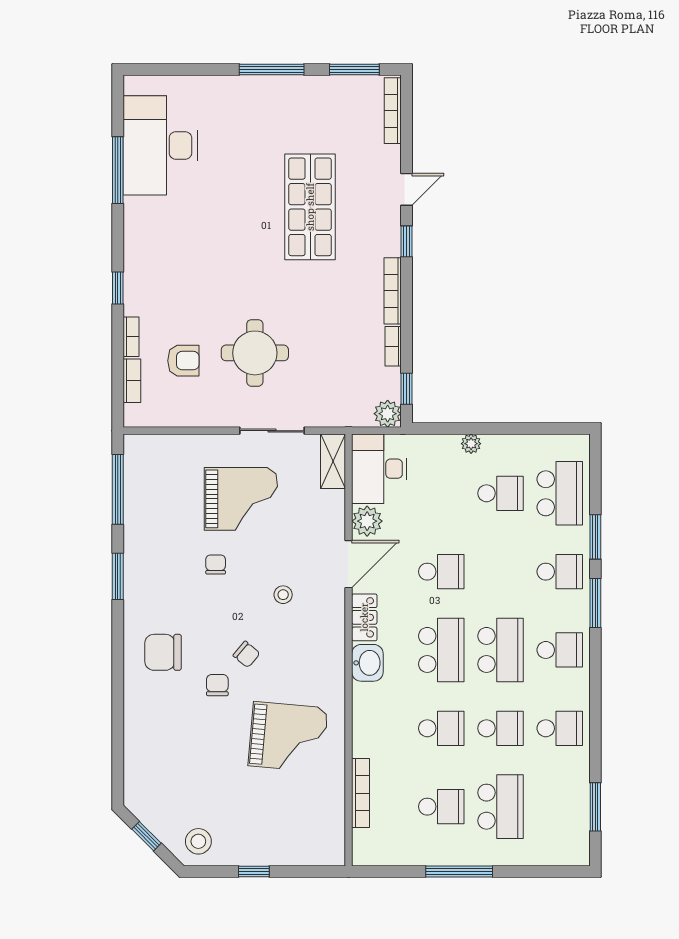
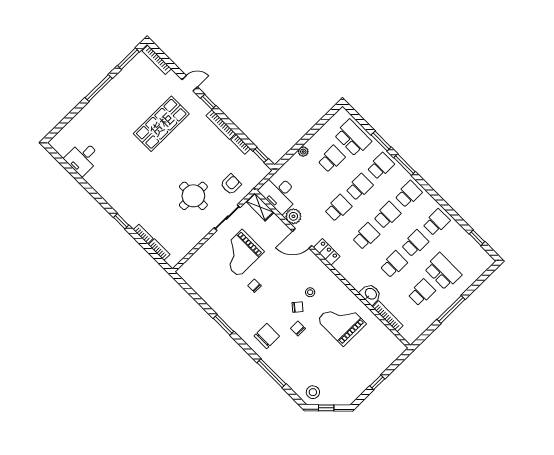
desk: (160, 145) -> (83, 158), width x0.53, depth x0.77
window: (118, 170) -> (79, 179), removed
door: (407, 189) -> (190, 83), hinge flipped
shop shelf: (310, 207) -> (161, 124), turned 90
armchair: (183, 361) -> (231, 184), moved
plant: (388, 414) -> (263, 171), removed
window: (118, 489) -> (271, 373), moved
grand piano: (241, 499) -> (240, 253), turned 180
door: (349, 564) -> (302, 238), swing flipped
school desk: (500, 572) -> (359, 187), added
stool: (283, 595) -> (310, 292), moved
school desk: (441, 650) -> (366, 236), width x0.54
school desk: (500, 650) -> (387, 215), width x0.54
chair: (163, 652) -> (267, 336), turned 180
washbasin: (367, 663) -> (371, 294), moved
grand piano: (288, 737) -> (342, 322), turned -95
window: (595, 807) -> (477, 238), width x0.67
stool: (198, 841) -> (313, 392), moved

